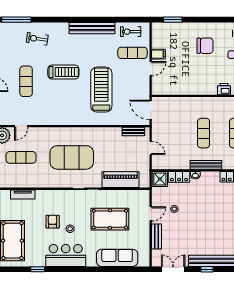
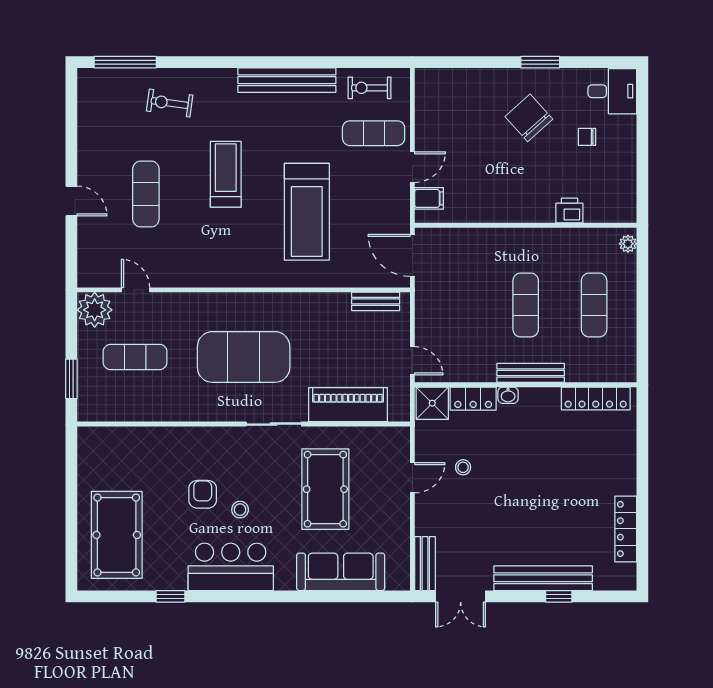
window: (173, 20) -> (540, 62), moved
chair: (205, 46) -> (529, 118), turned -132
filing cabinet: (158, 54) -> (429, 198), moved
treadmill: (63, 72) -> (226, 174), turned -90
treadmill: (101, 90) -> (307, 212), turned 180
door: (21, 126) -> (136, 290), swing flipped
door: (151, 148) -> (412, 361), moved
tv unit: (23, 194) -> (139, 436), removed
pool table: (110, 219) -> (325, 489), turned 90
bench: (156, 237) -> (425, 564), moved
double door: (173, 269) -> (461, 596), swing flipped
window: (207, 269) -> (559, 596), moved

